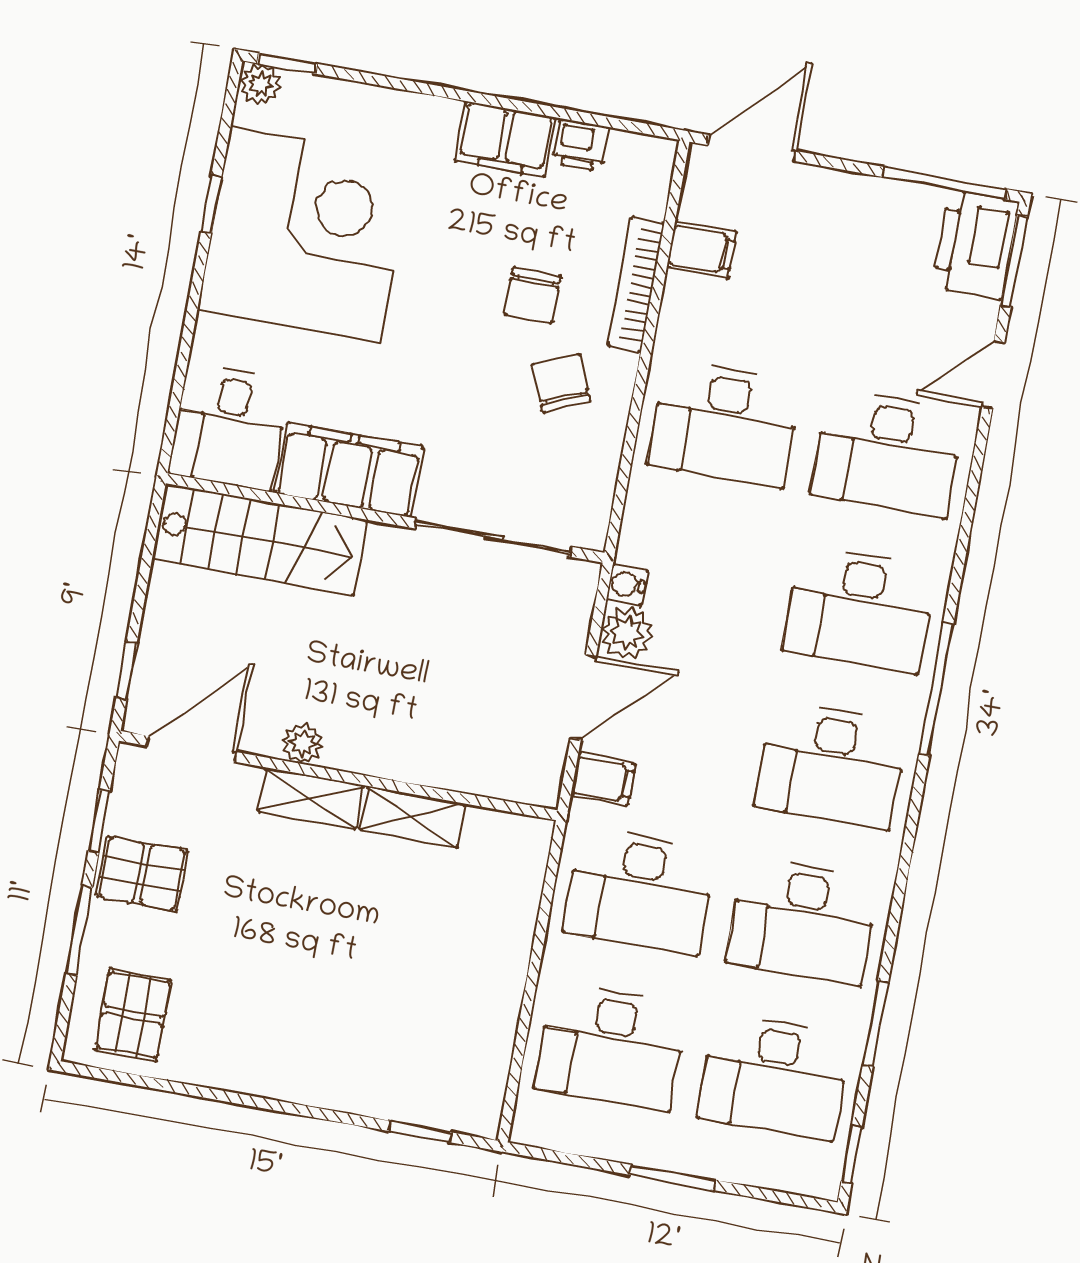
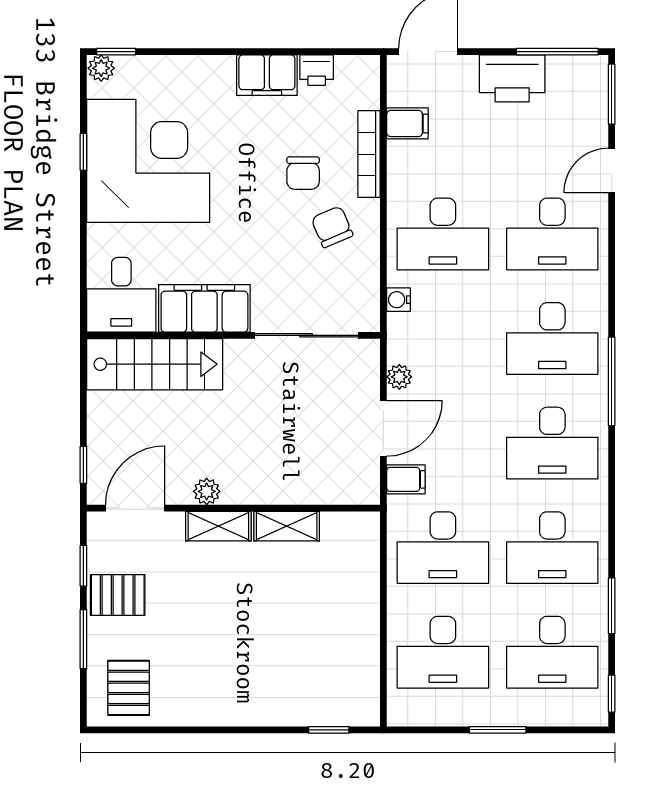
printer: (976, 244) -> (512, 78), moved, turned -90
water cooler: (627, 584) -> (399, 300), moved
plant: (627, 633) -> (399, 377), width x0.73, depth x0.73

